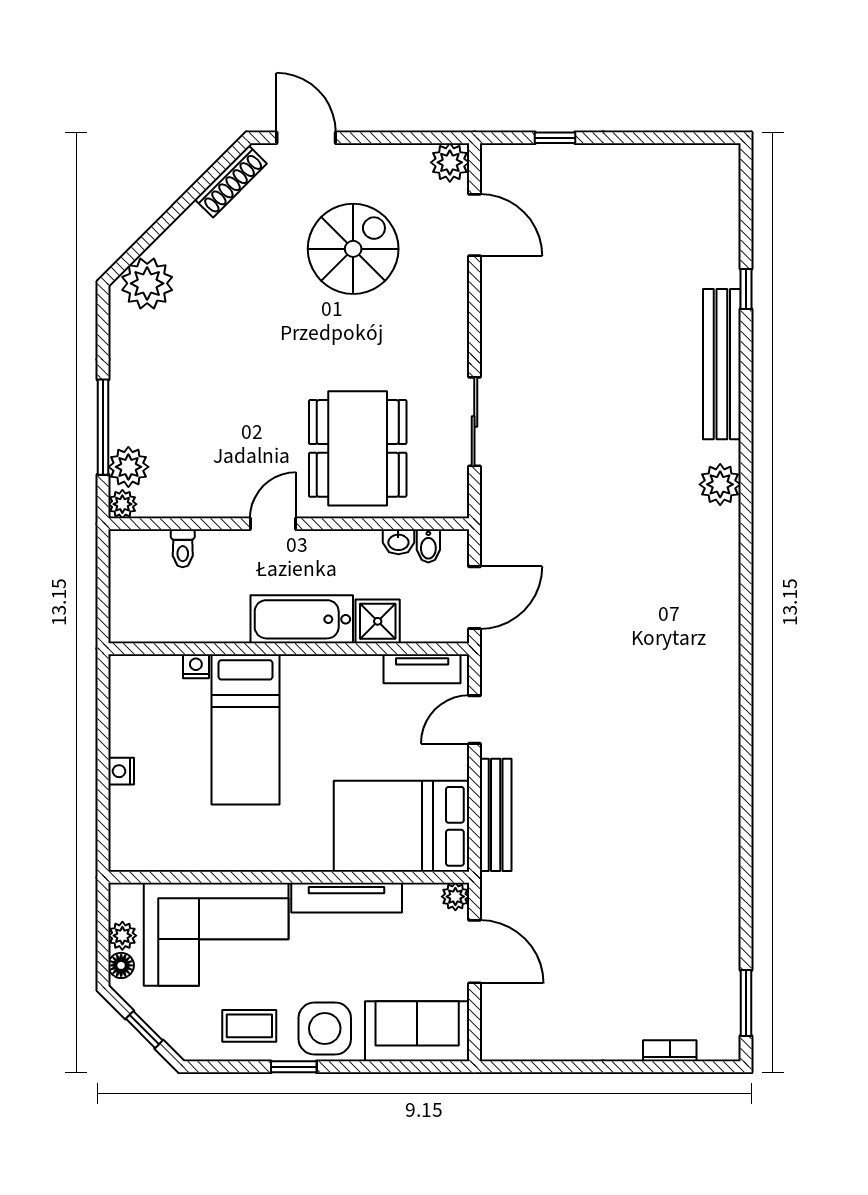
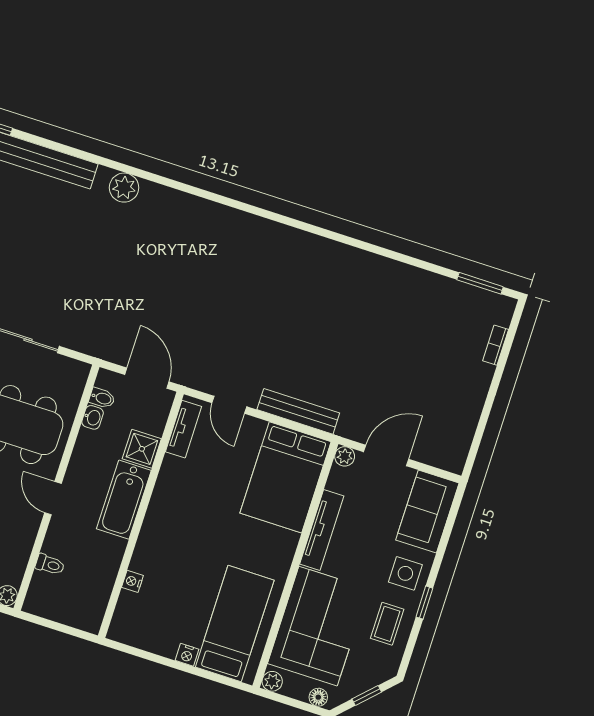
bed: (246, 729) -> (235, 624), moved, turned -90
plant: (122, 936) -> (272, 681), moved
side table: (325, 1028) -> (405, 573), width x0.73, depth x0.73

